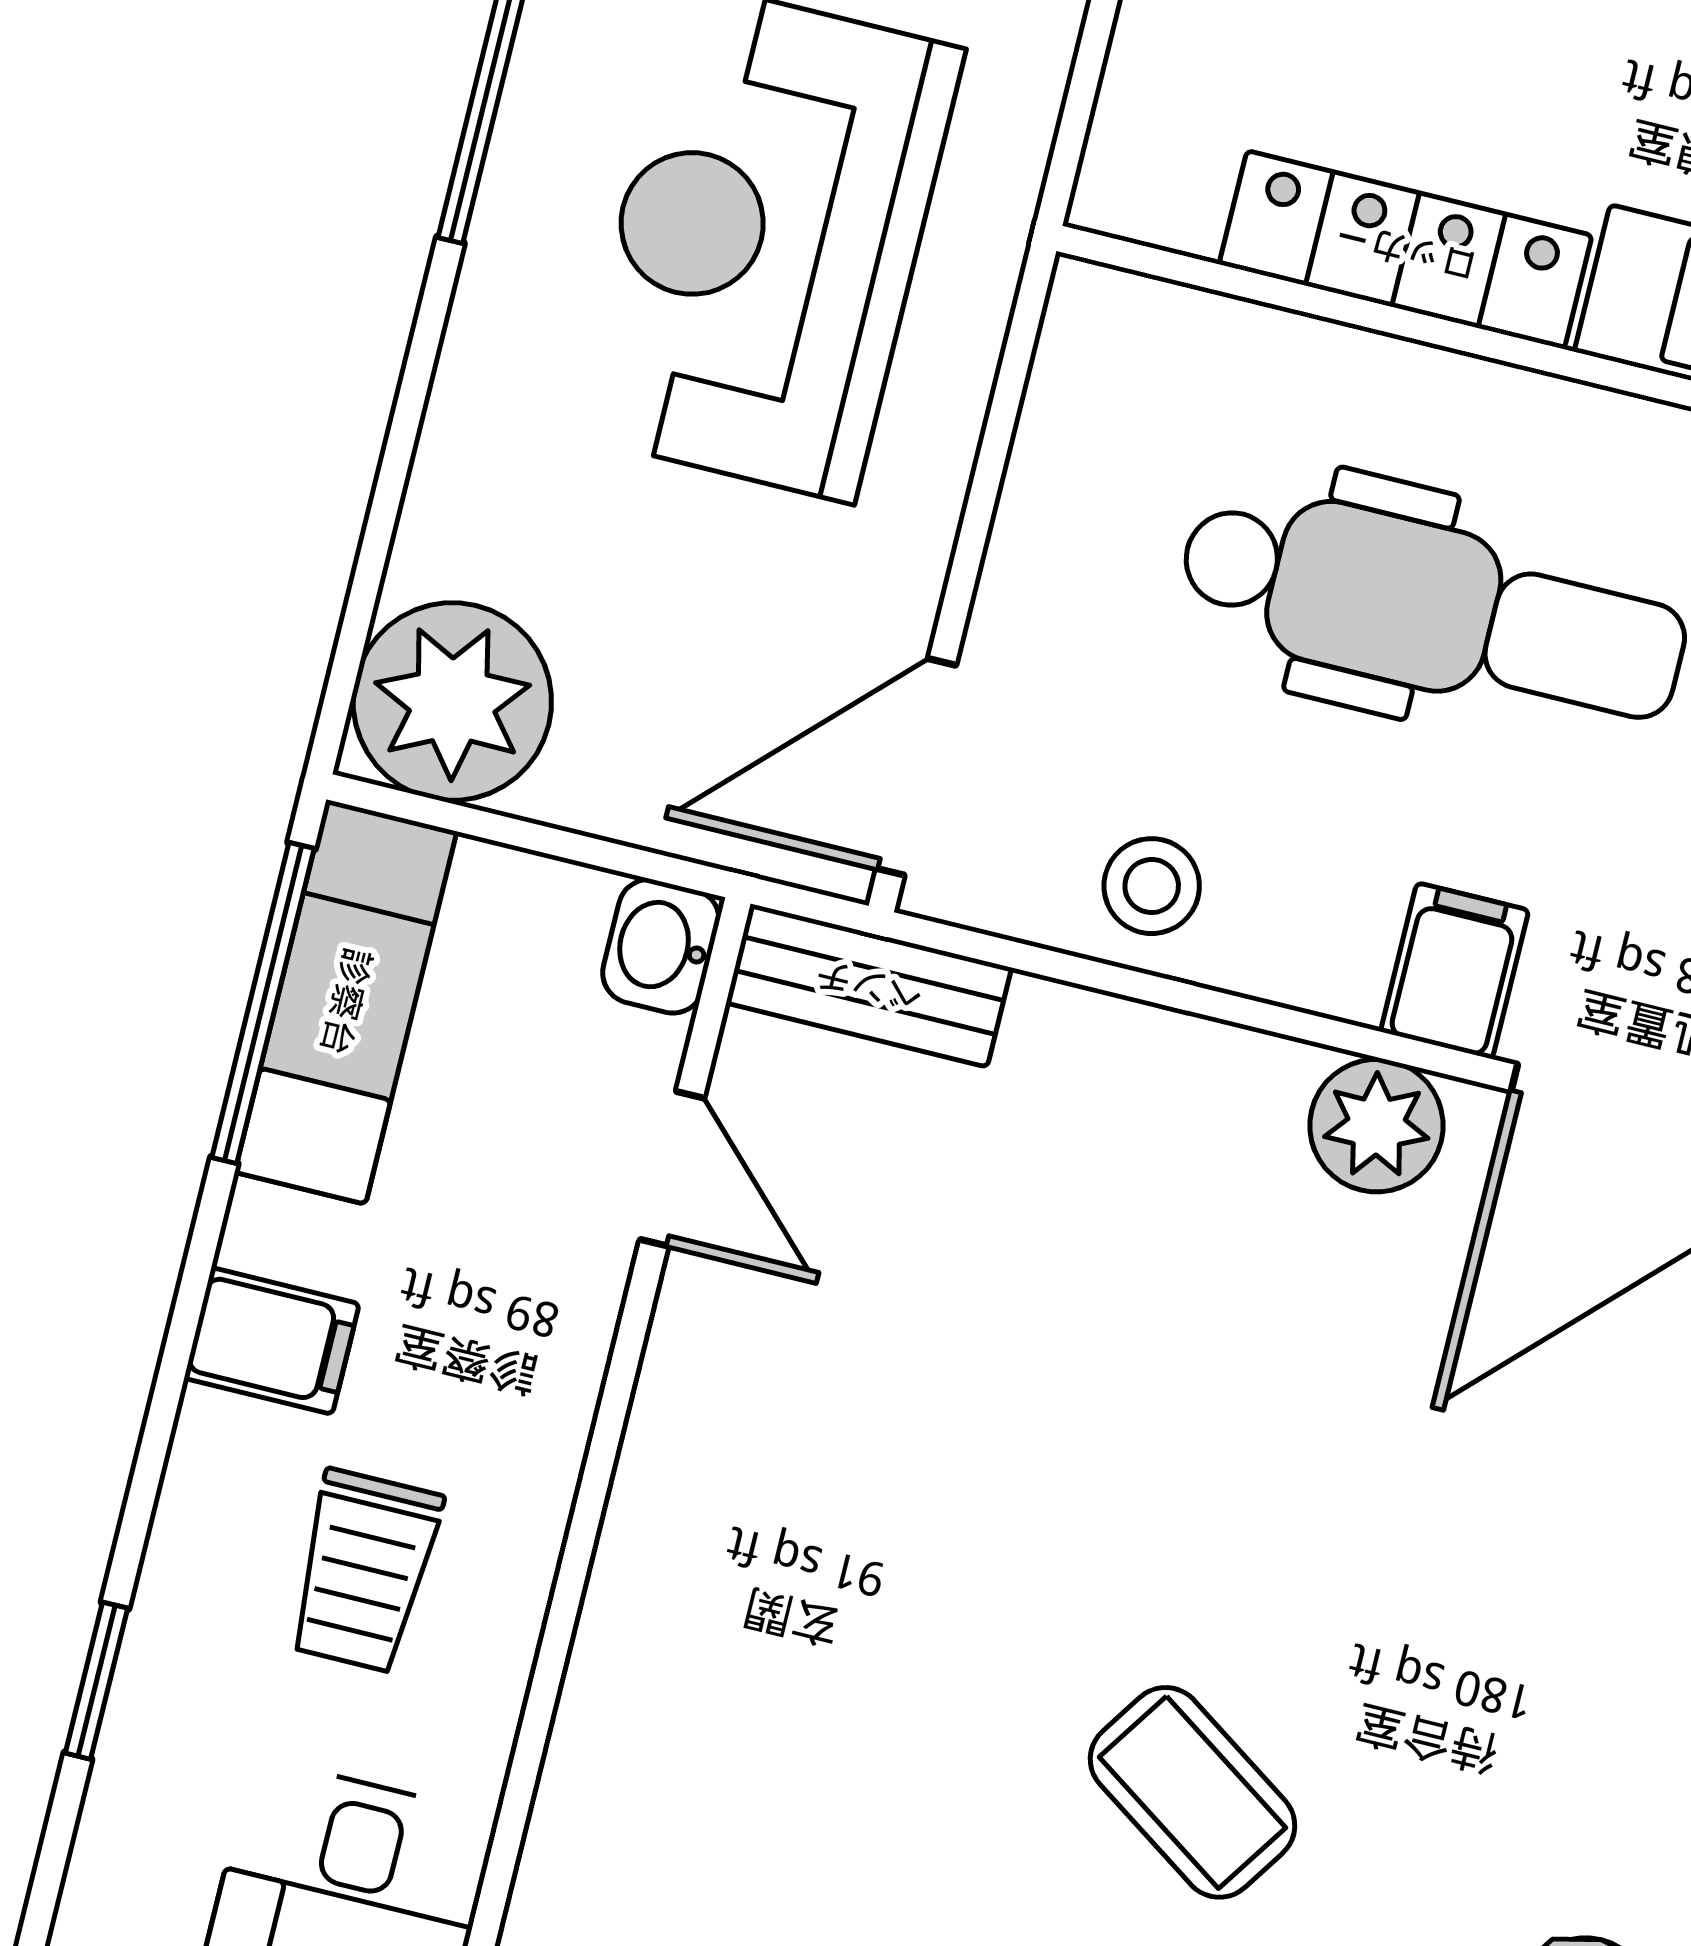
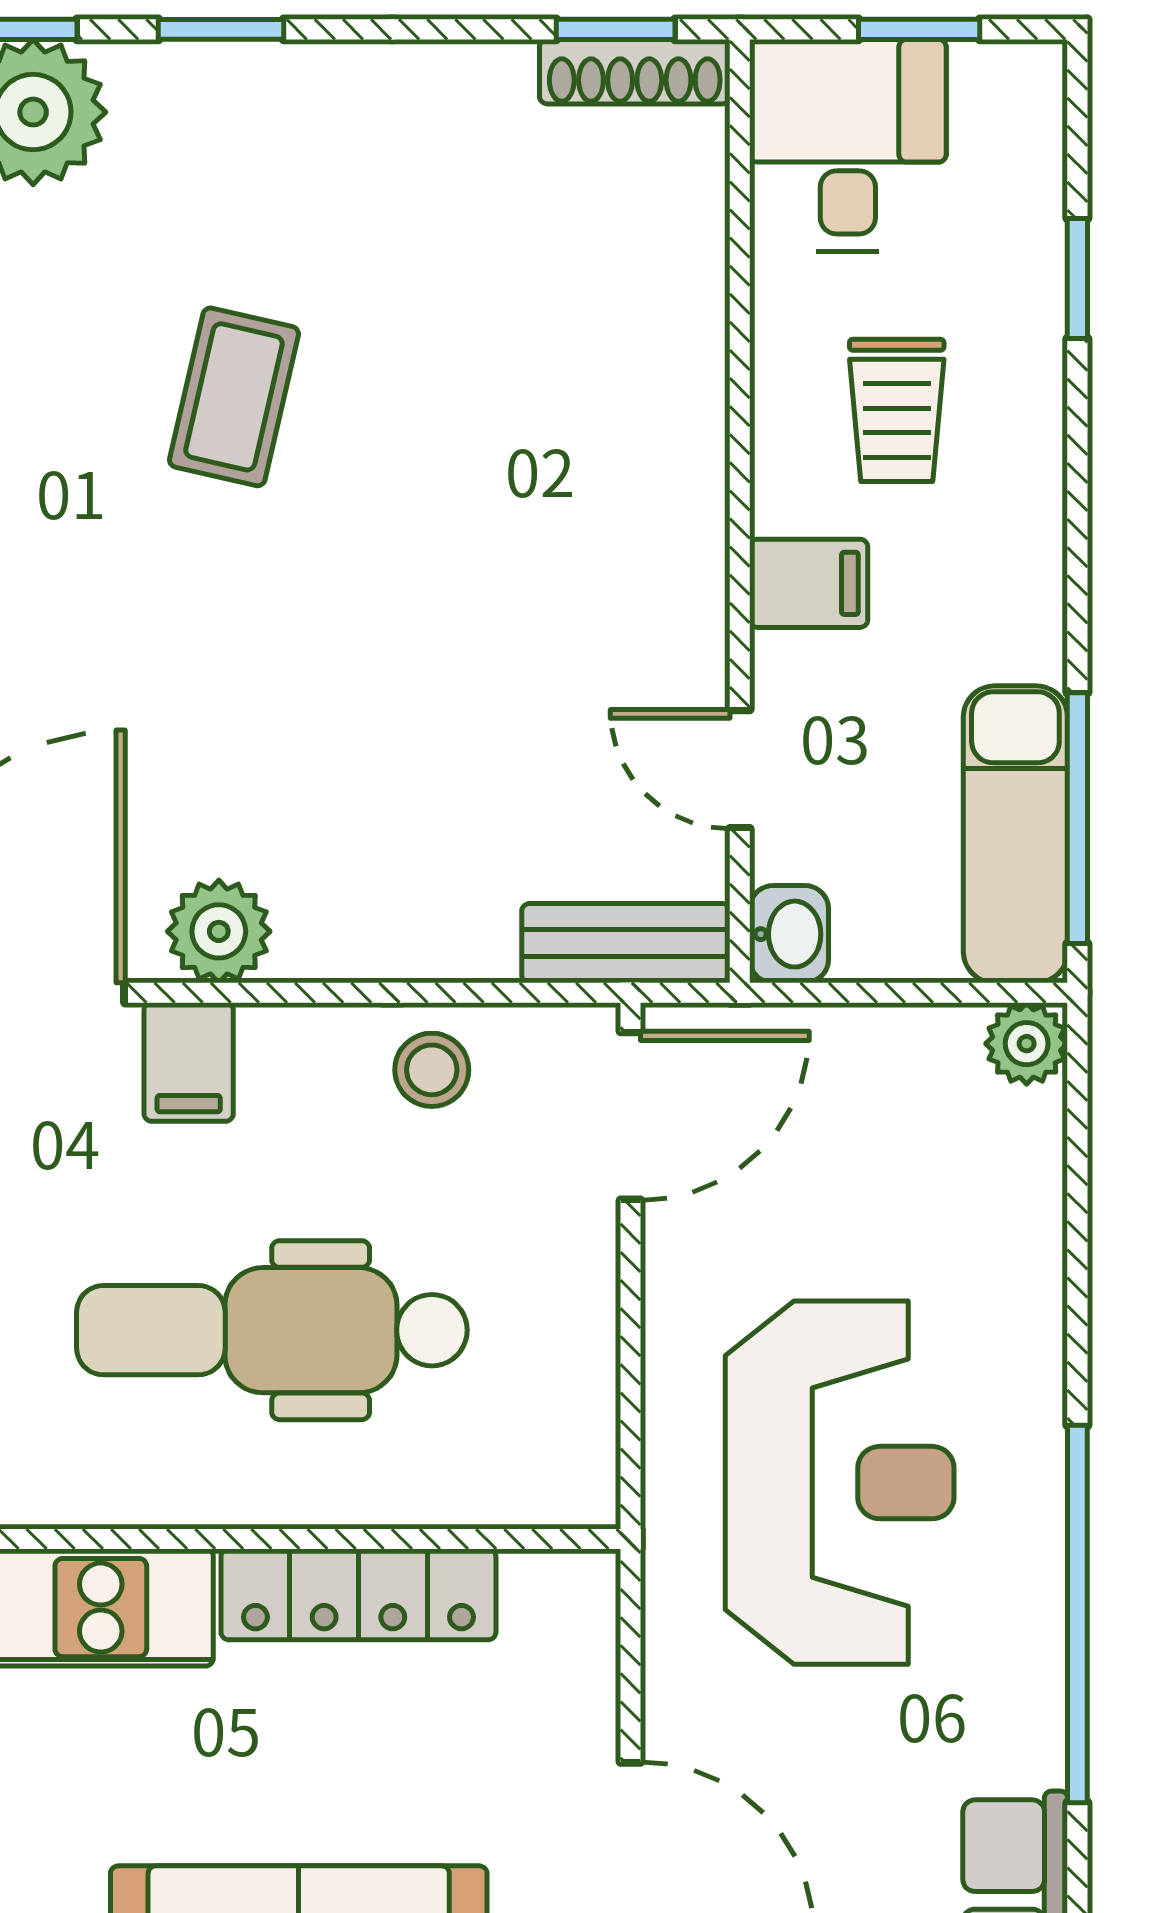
plant: (452, 702) -> (1027, 1044), width x0.53, depth x0.53
filing cabinet: (272, 1341) -> (809, 583), moved, turned 180
trolley: (364, 1571) -> (897, 410), turned 180
coffee table: (1192, 1792) -> (234, 397), turned 69

